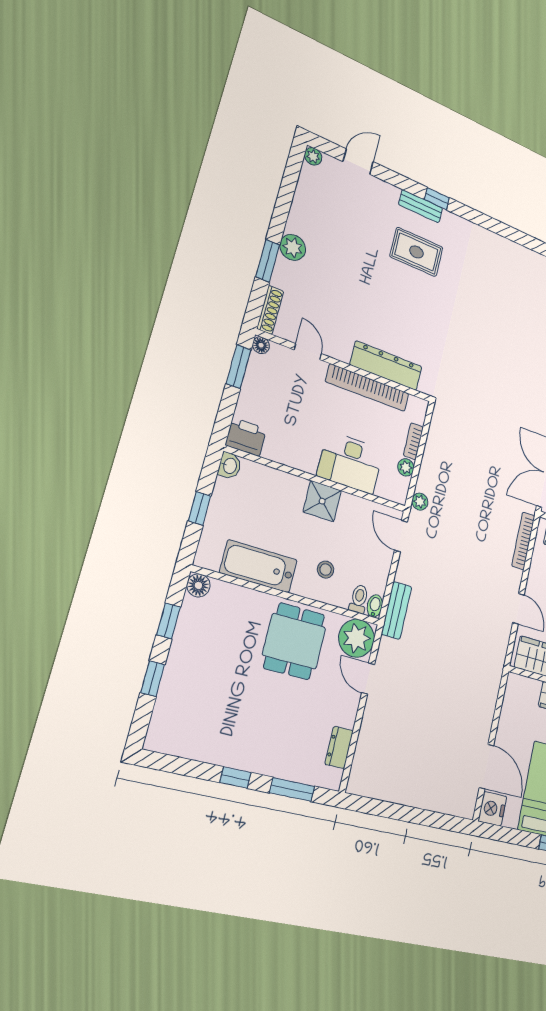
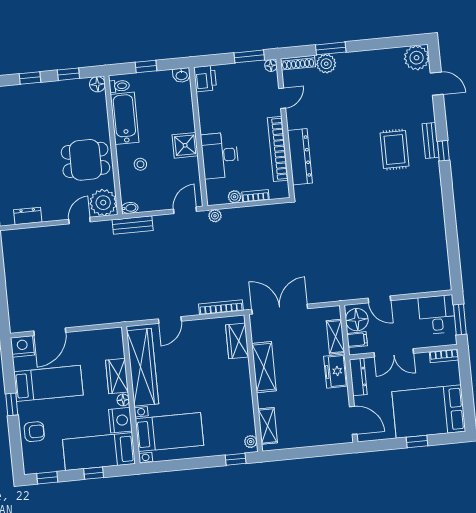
plant: (313, 156) -> (417, 58), width x1.87, depth x1.87
plant: (293, 247) -> (326, 64), moved
toilet: (359, 599) -> (119, 86), moved

